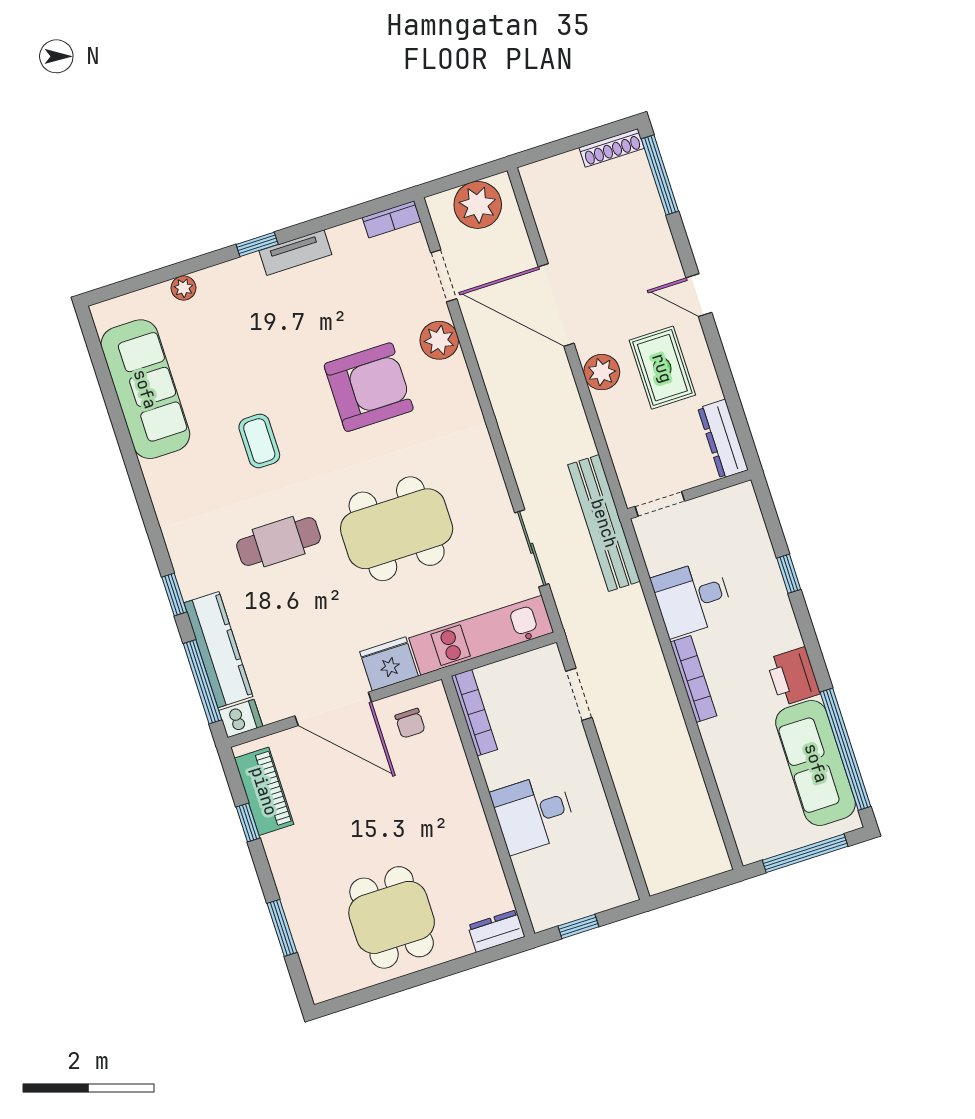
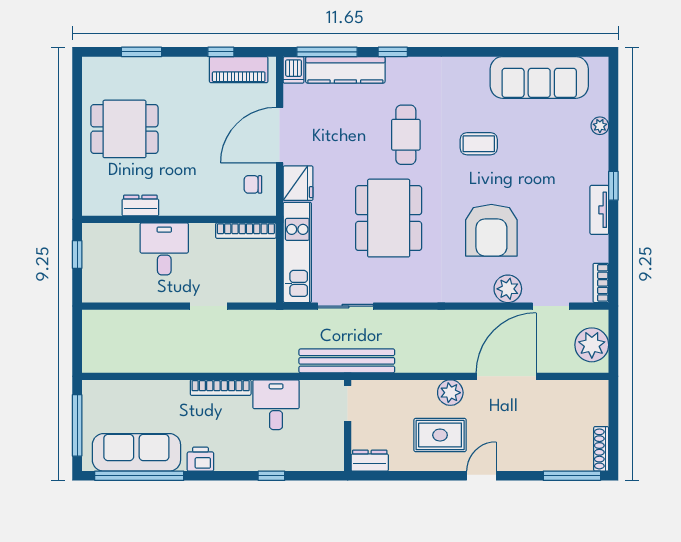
dresser: (723, 439) -> (370, 461), width x0.70
printer: (793, 676) -> (200, 459), width x0.73, depth x0.81
doorway: (579, 694) -> (208, 306), moved
dresser: (496, 931) -> (140, 206), moved, turned -90

